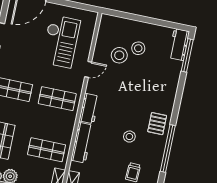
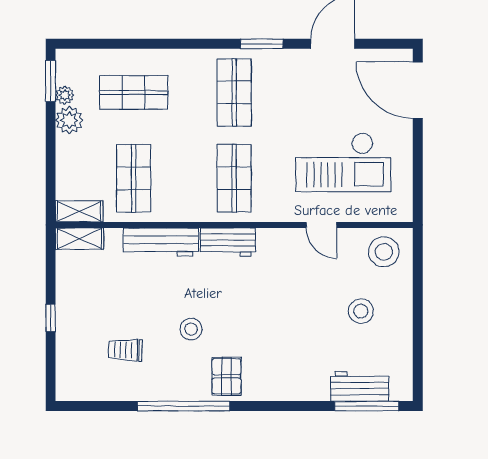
workbench: (179, 45) -> (360, 386), moved
stool: (119, 55) -> (384, 252), moved
door: (88, 69) -> (321, 225), moved
pallet: (157, 124) -> (226, 376), turned 90

